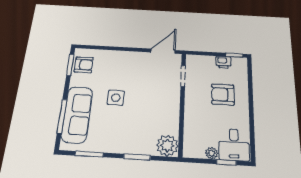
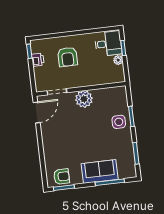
door: (163, 51) -> (37, 112), swing flipped
armchair: (84, 65) -> (62, 177), turned 90
side table: (116, 98) -> (119, 122), moved
sofa: (77, 114) -> (100, 172), width x0.73
plant: (167, 146) -> (84, 99), moved

